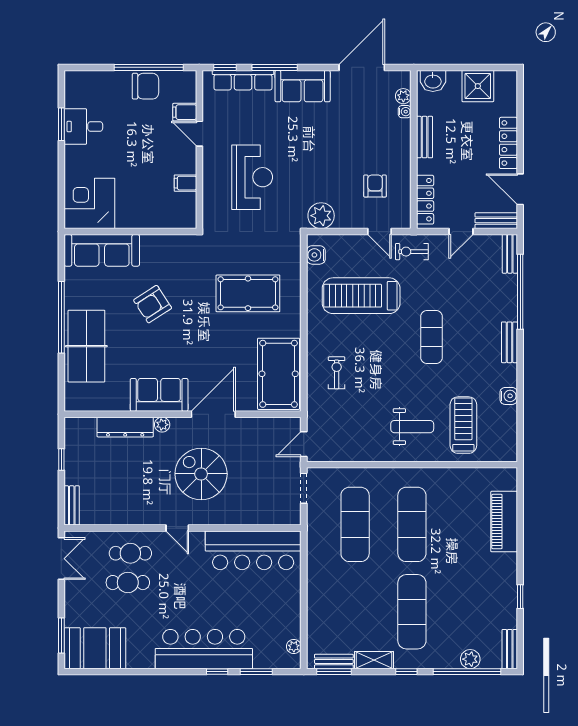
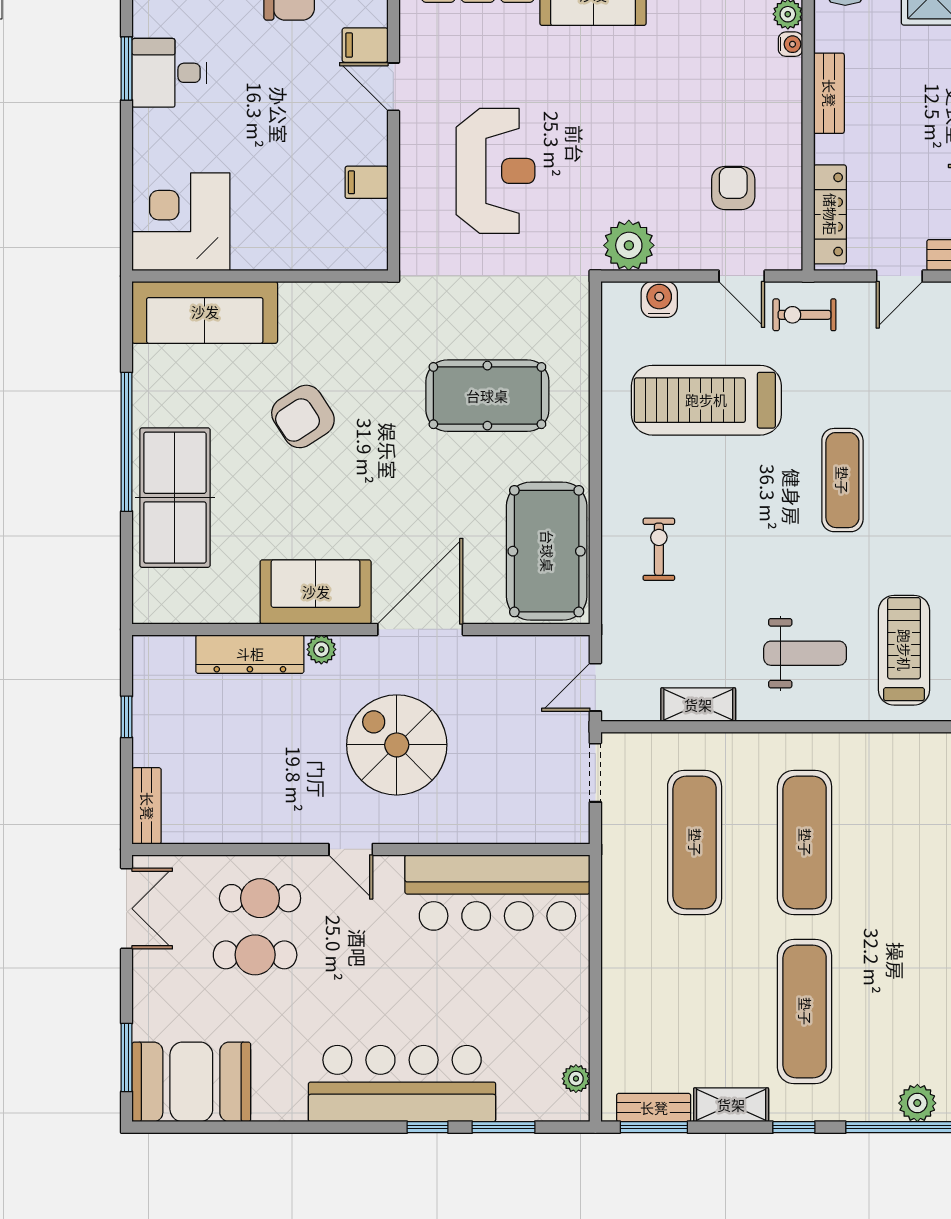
water cooler: (316, 255) -> (659, 299), moved, turned 90
shelving: (357, 453) -> (698, 705), added

